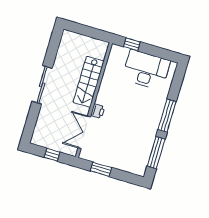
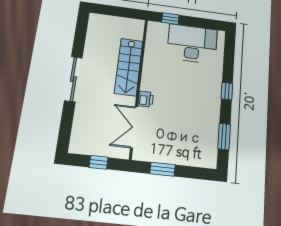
window: (167, 116) -> (227, 91), width x0.46
window: (156, 153) -> (224, 136), width x0.69

